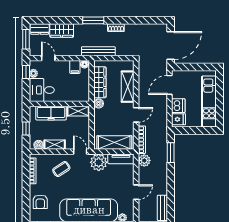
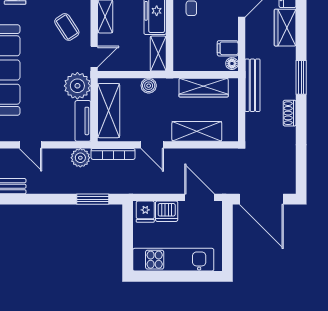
boiler: (99, 103) -> (149, 86), moved

